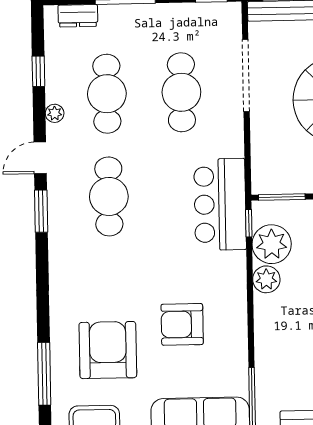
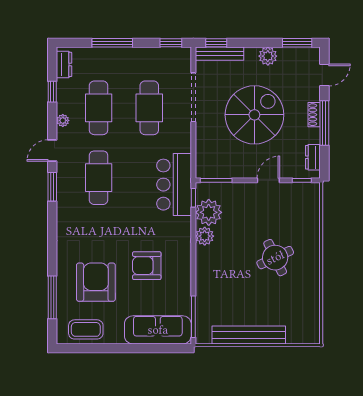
dresser: (78, 16) -> (64, 64), moved, turned -90

